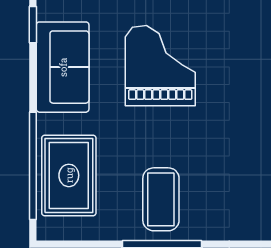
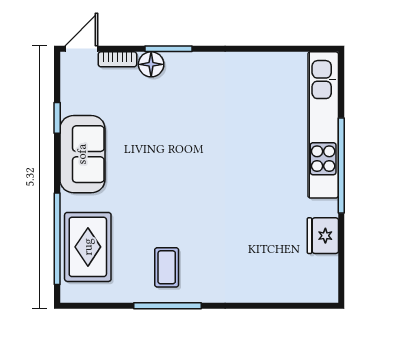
grand piano: (160, 66) -> (166, 153), removed
coffee table: (161, 199) -> (167, 267), width x0.73, depth x0.77

